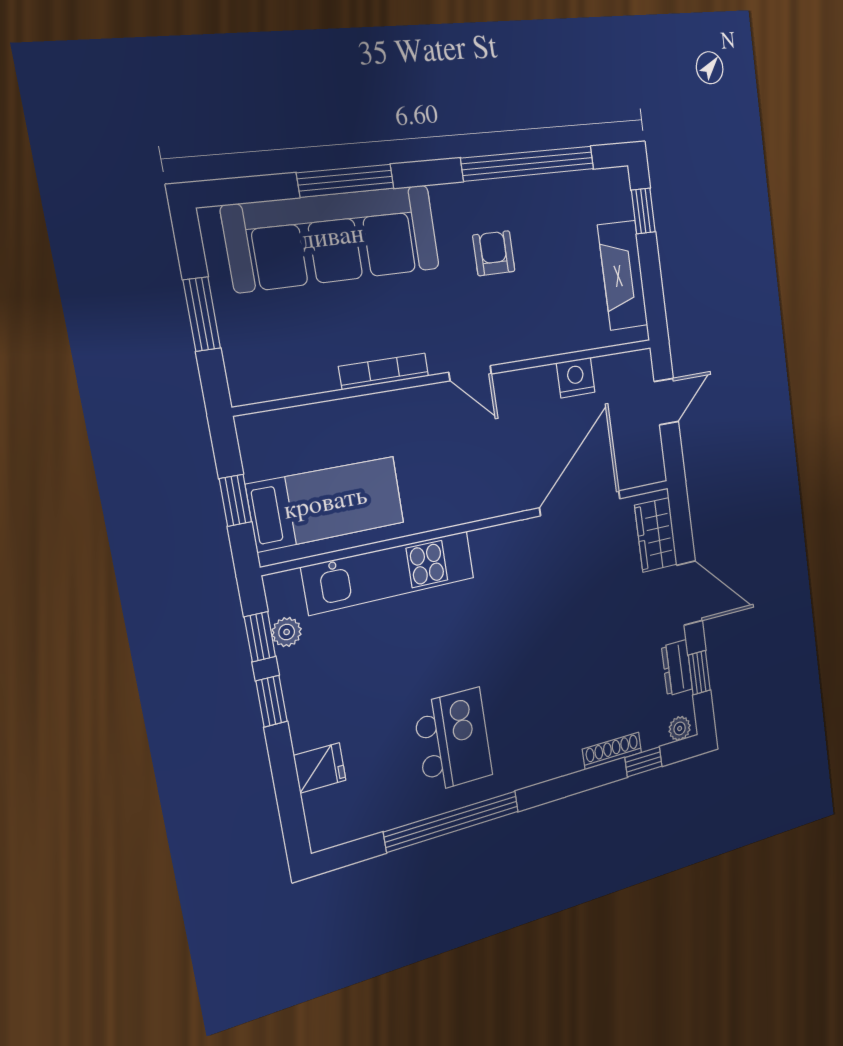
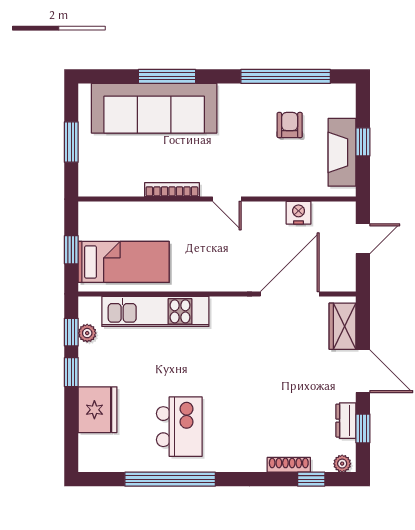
window: (643, 211) -> (363, 142), moved
armchair: (494, 253) -> (290, 125), moved
fridge: (320, 768) -> (98, 410), width x1.88, depth x1.34

